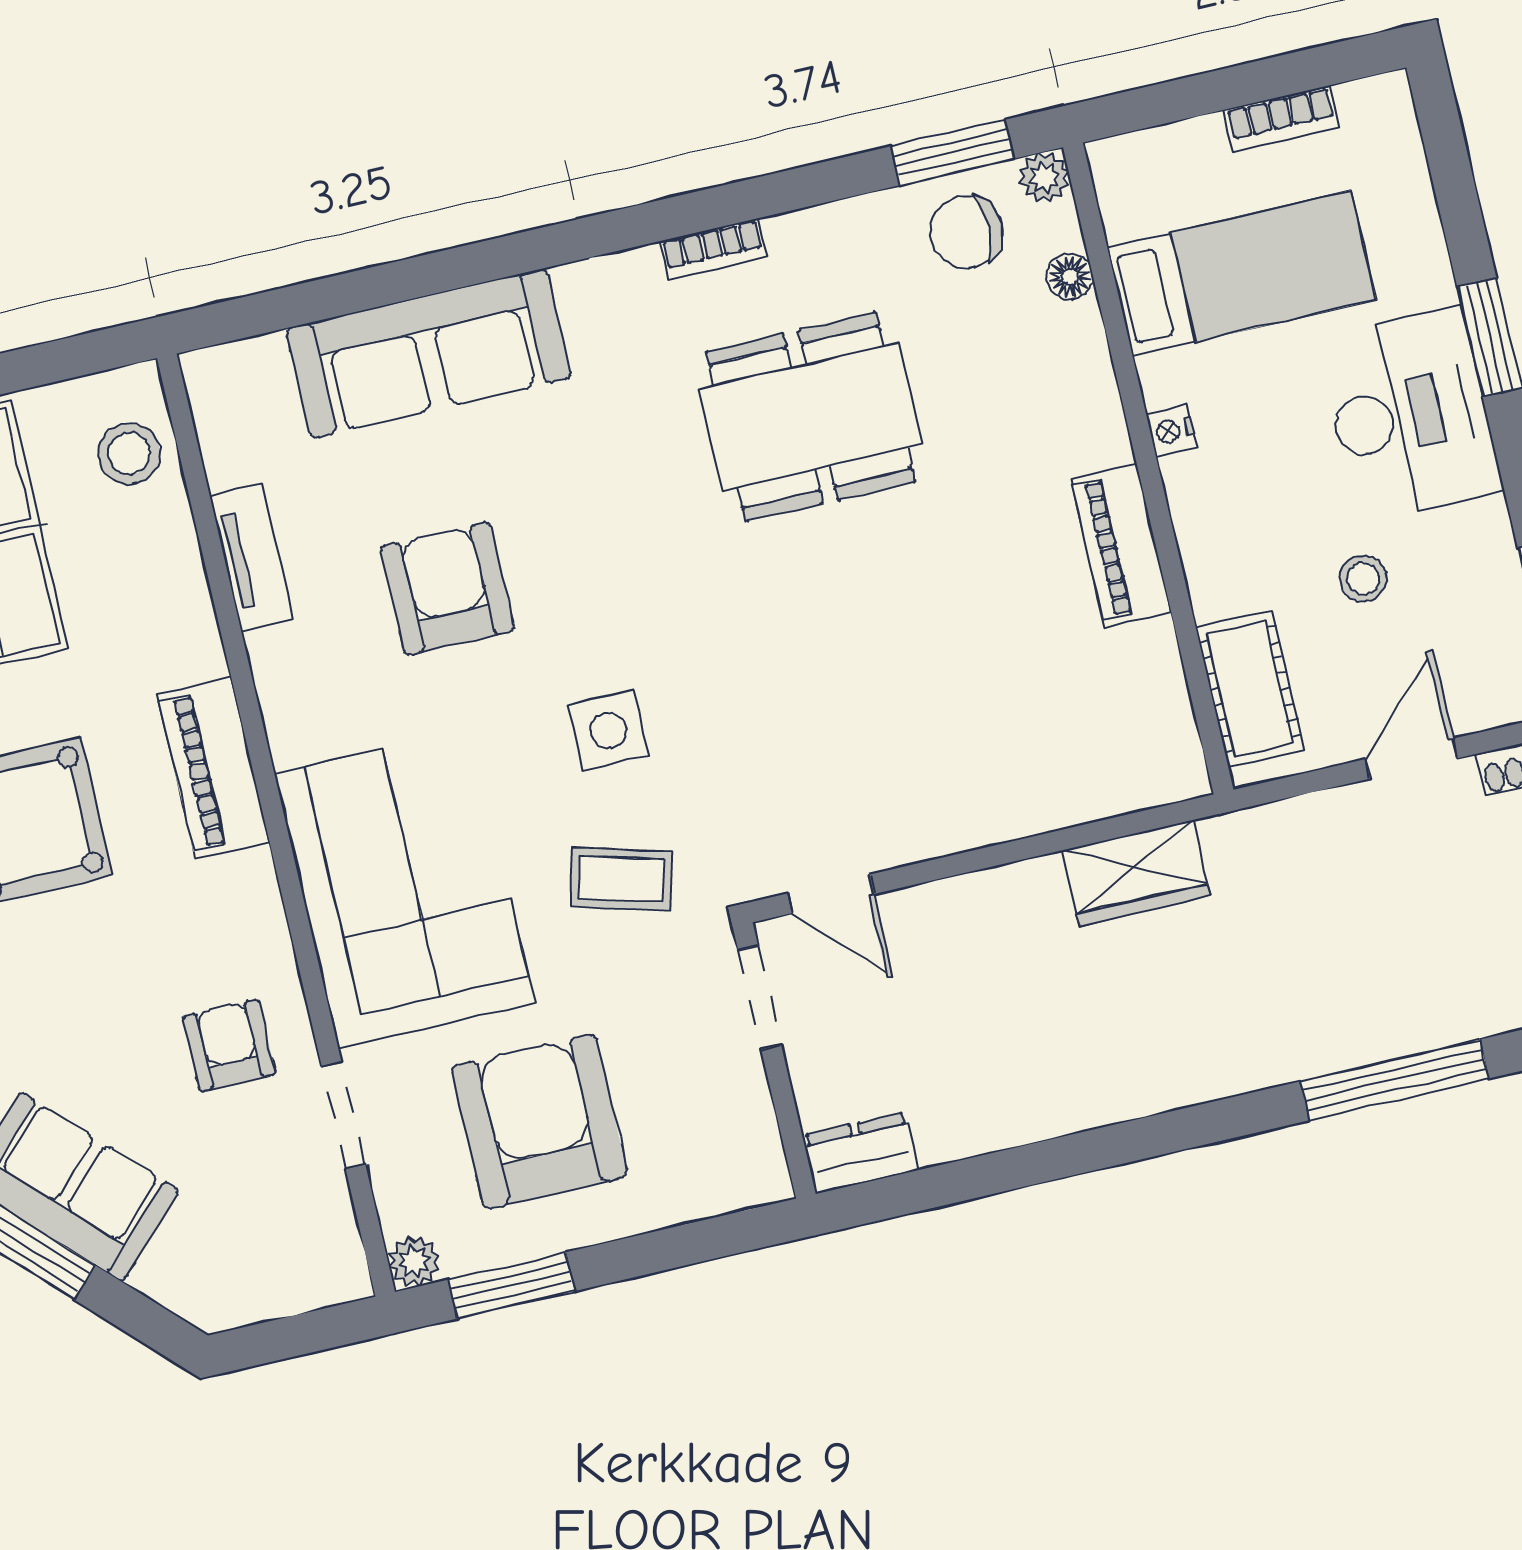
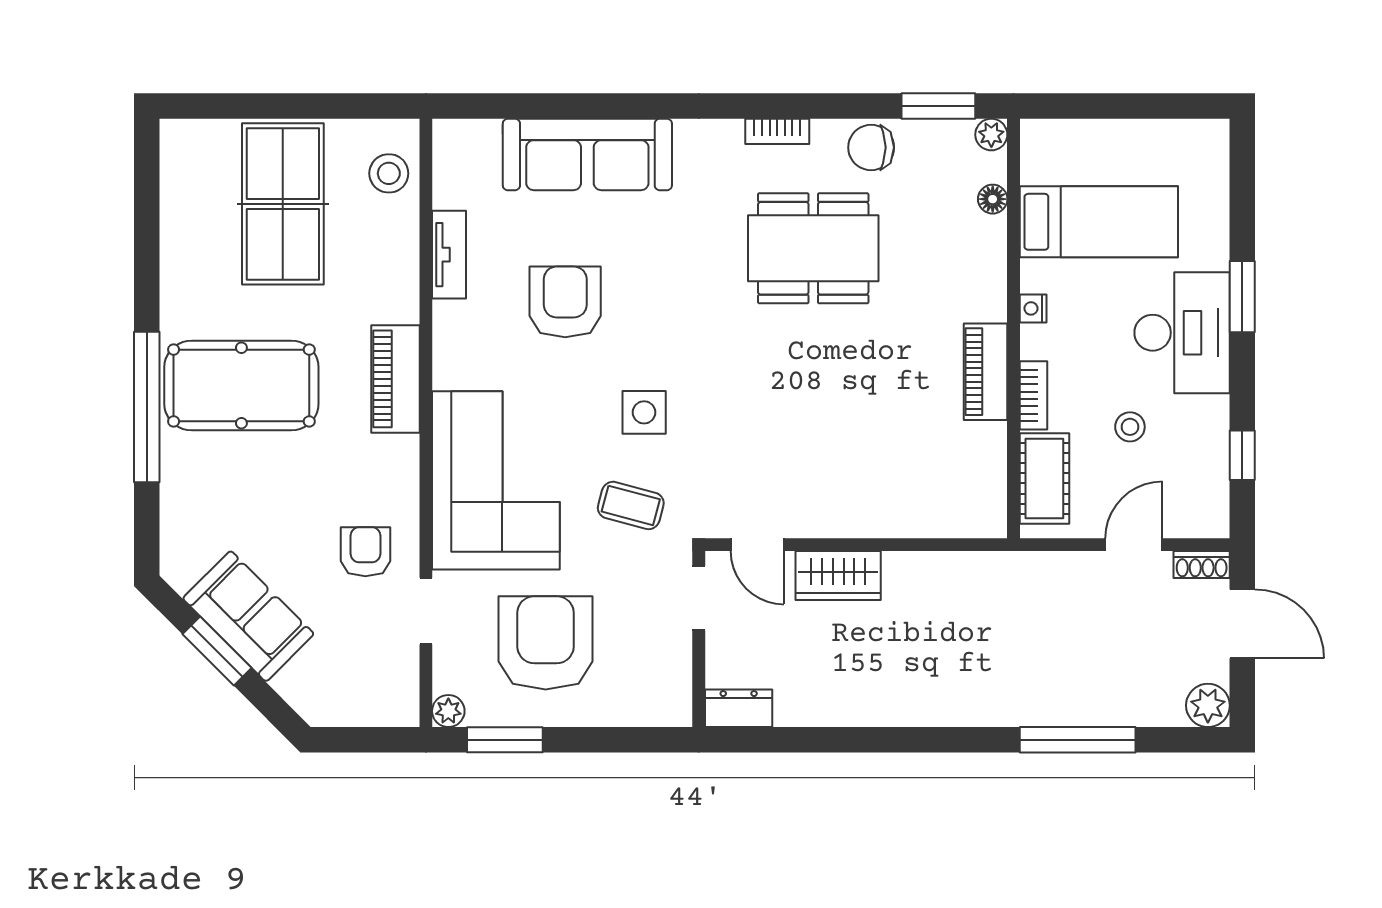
bookcase: (1282, 119) -> (1034, 395), moved, turned -90
chair: (966, 232) -> (871, 147), moved
wardrobe: (1136, 873) -> (838, 576), moved

